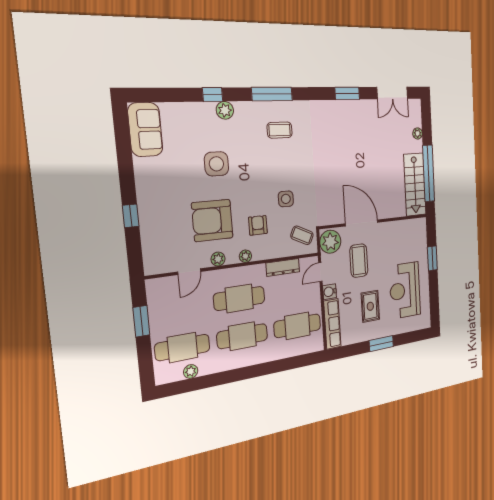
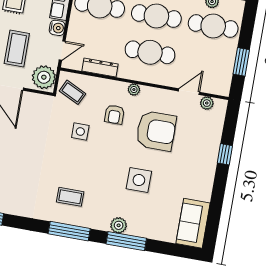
window: (213, 95) -> (126, 241), width x2.17
plant: (218, 259) -> (207, 103), moved

